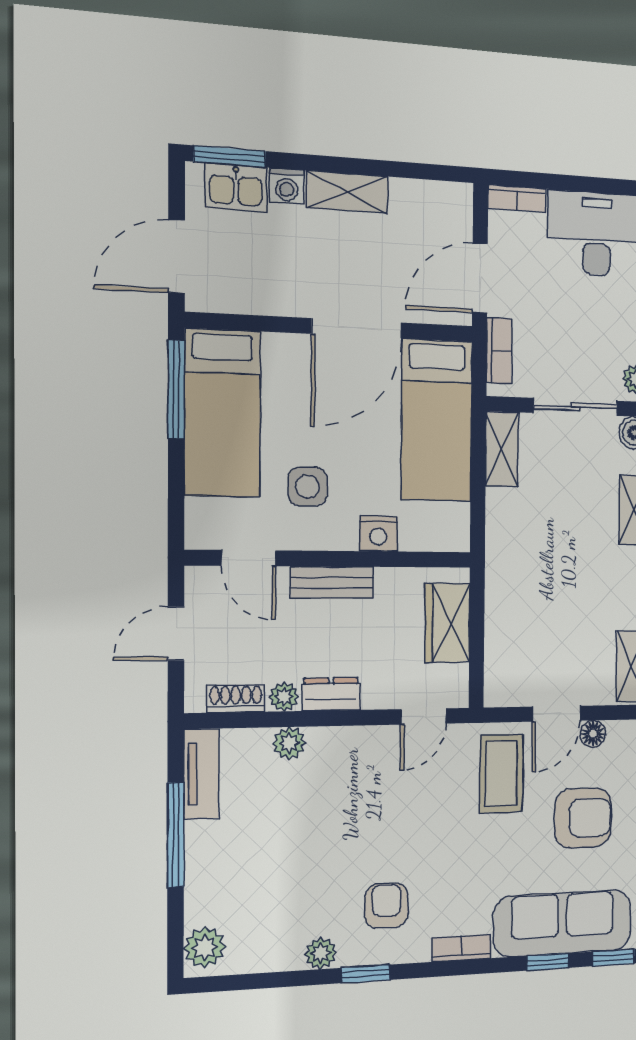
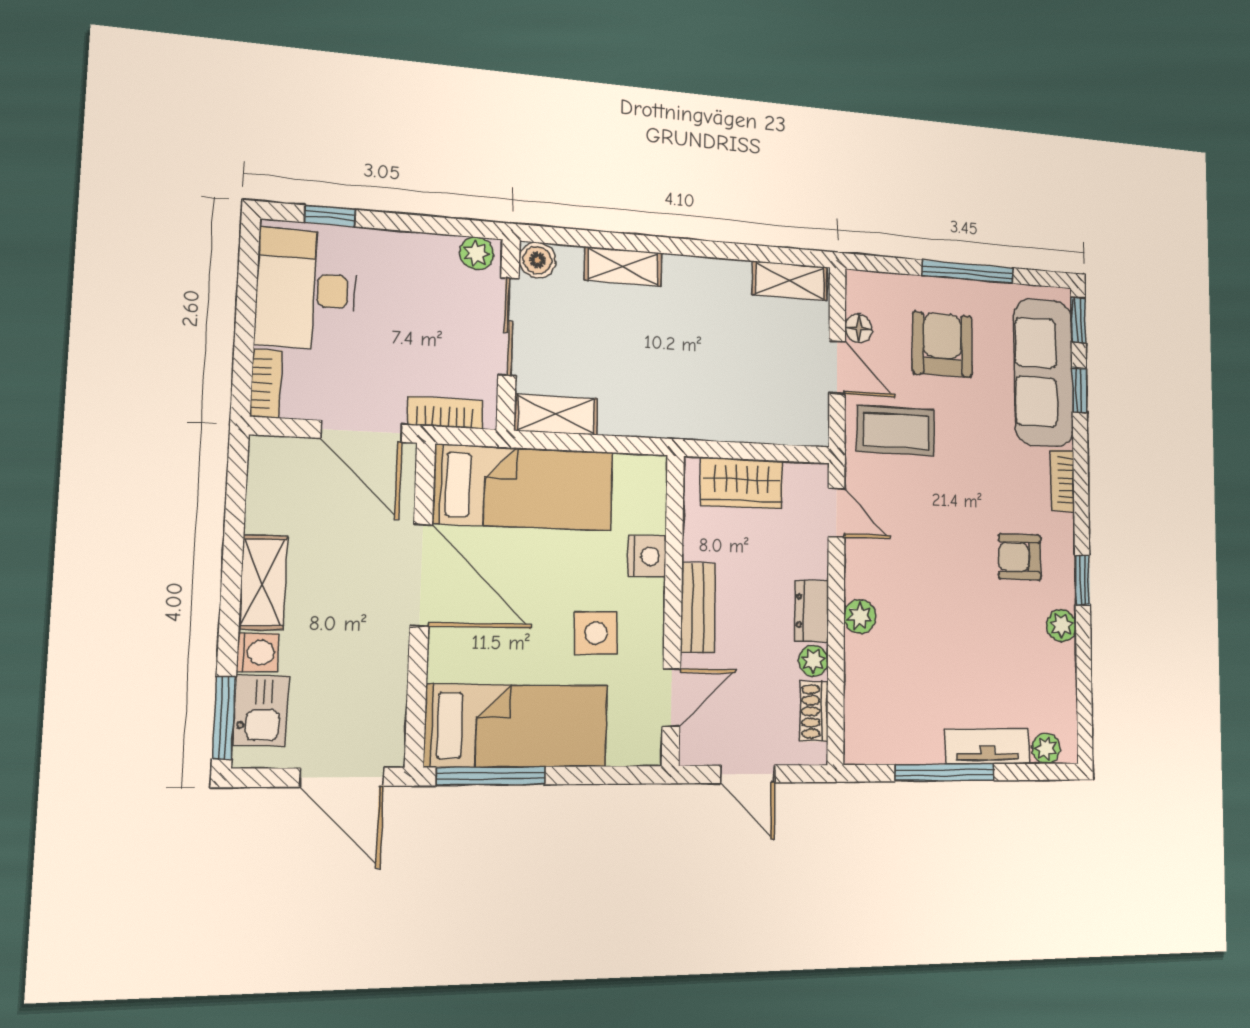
plant: (289, 743) -> (860, 617), moved
tv unit: (201, 774) -> (987, 746), moved
plant: (205, 947) -> (1046, 748), width x0.73, depth x0.73

